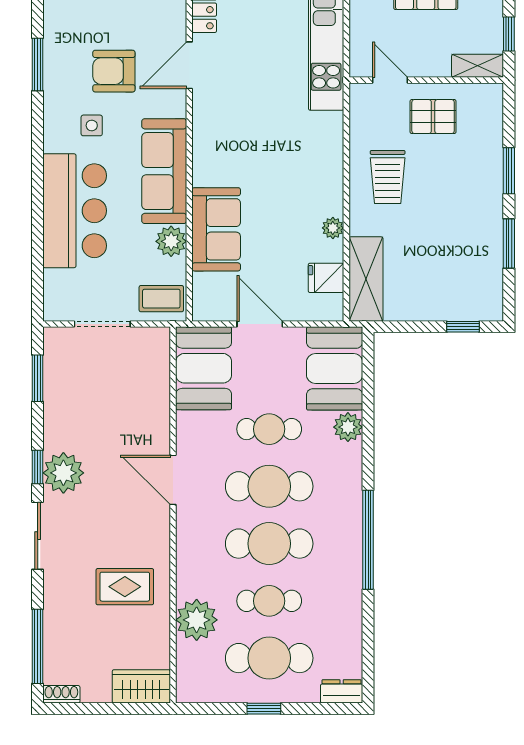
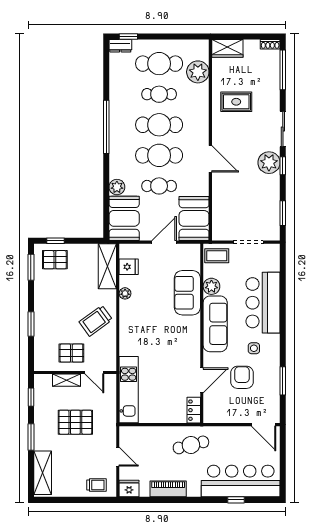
shelving: (478, 66) -> (67, 380), moved
armchair: (114, 71) -> (242, 377), turned -90
trolley: (388, 177) -> (96, 321), turned -126
window: (509, 244) -> (31, 267), moved
pallet: (464, 291) -> (55, 260), added
door: (260, 324) -> (164, 242), swing flipped
plant: (197, 620) -> (198, 72), moved
window: (264, 709) -> (128, 37), moved

